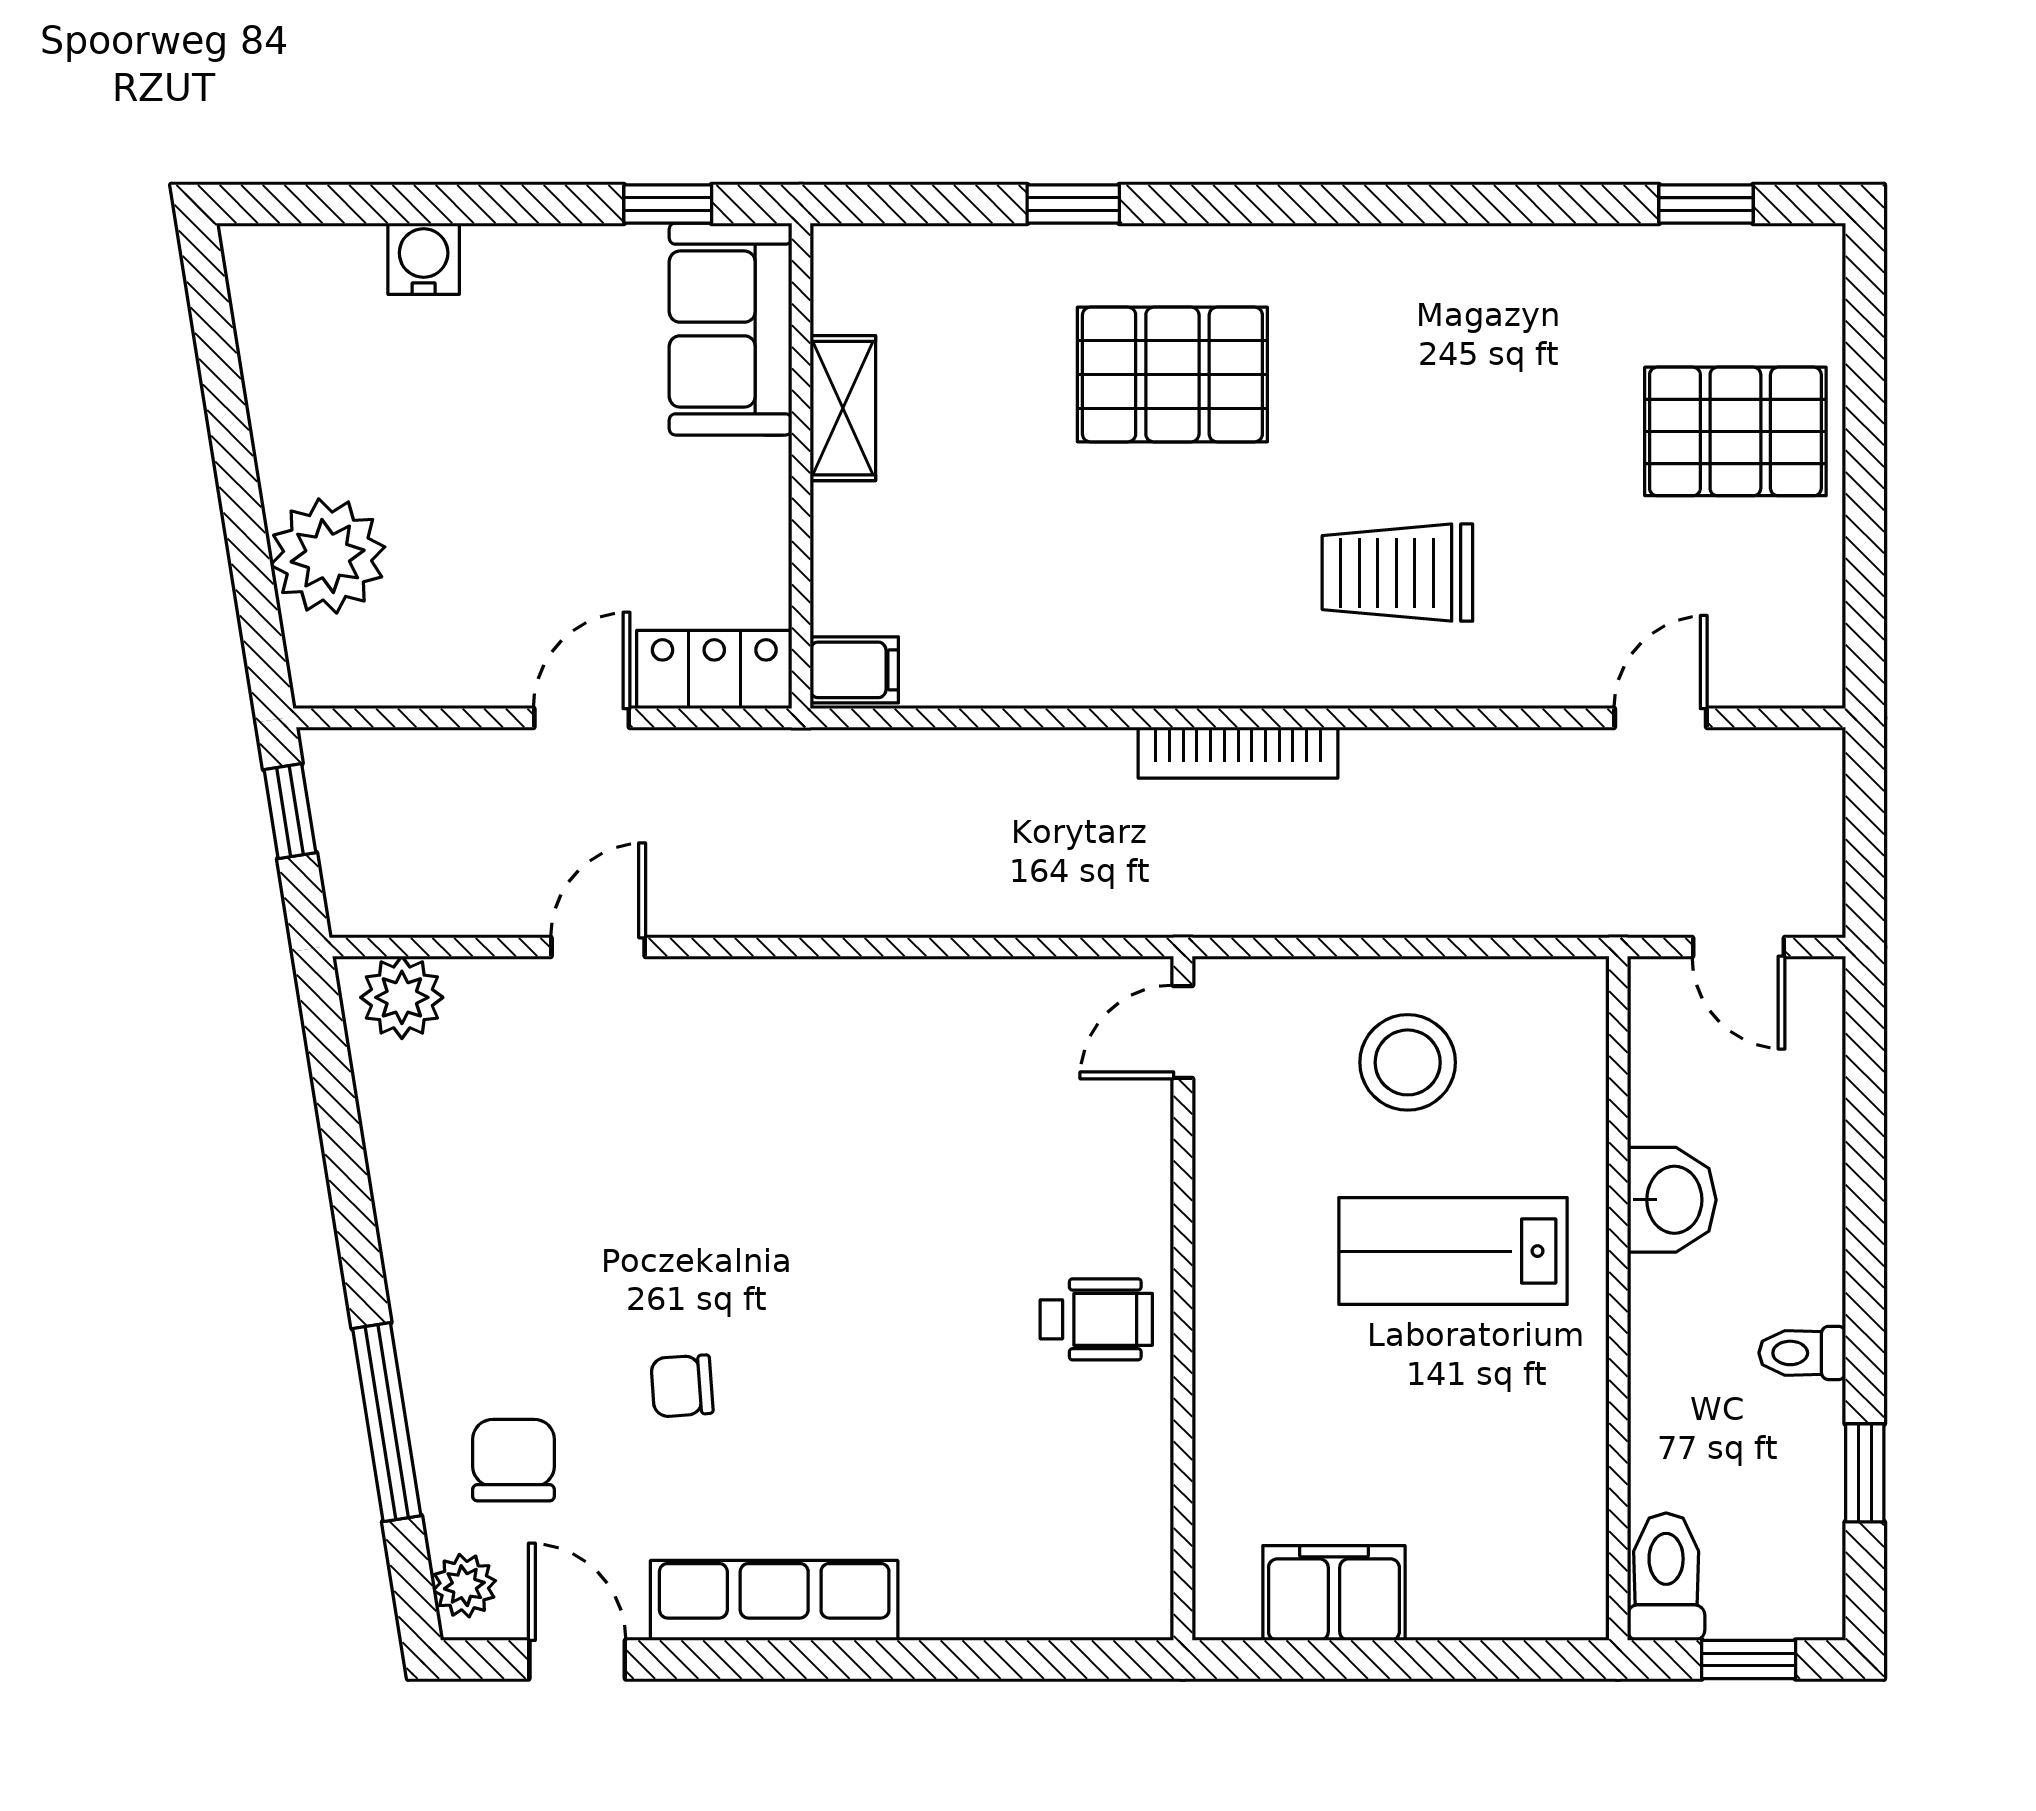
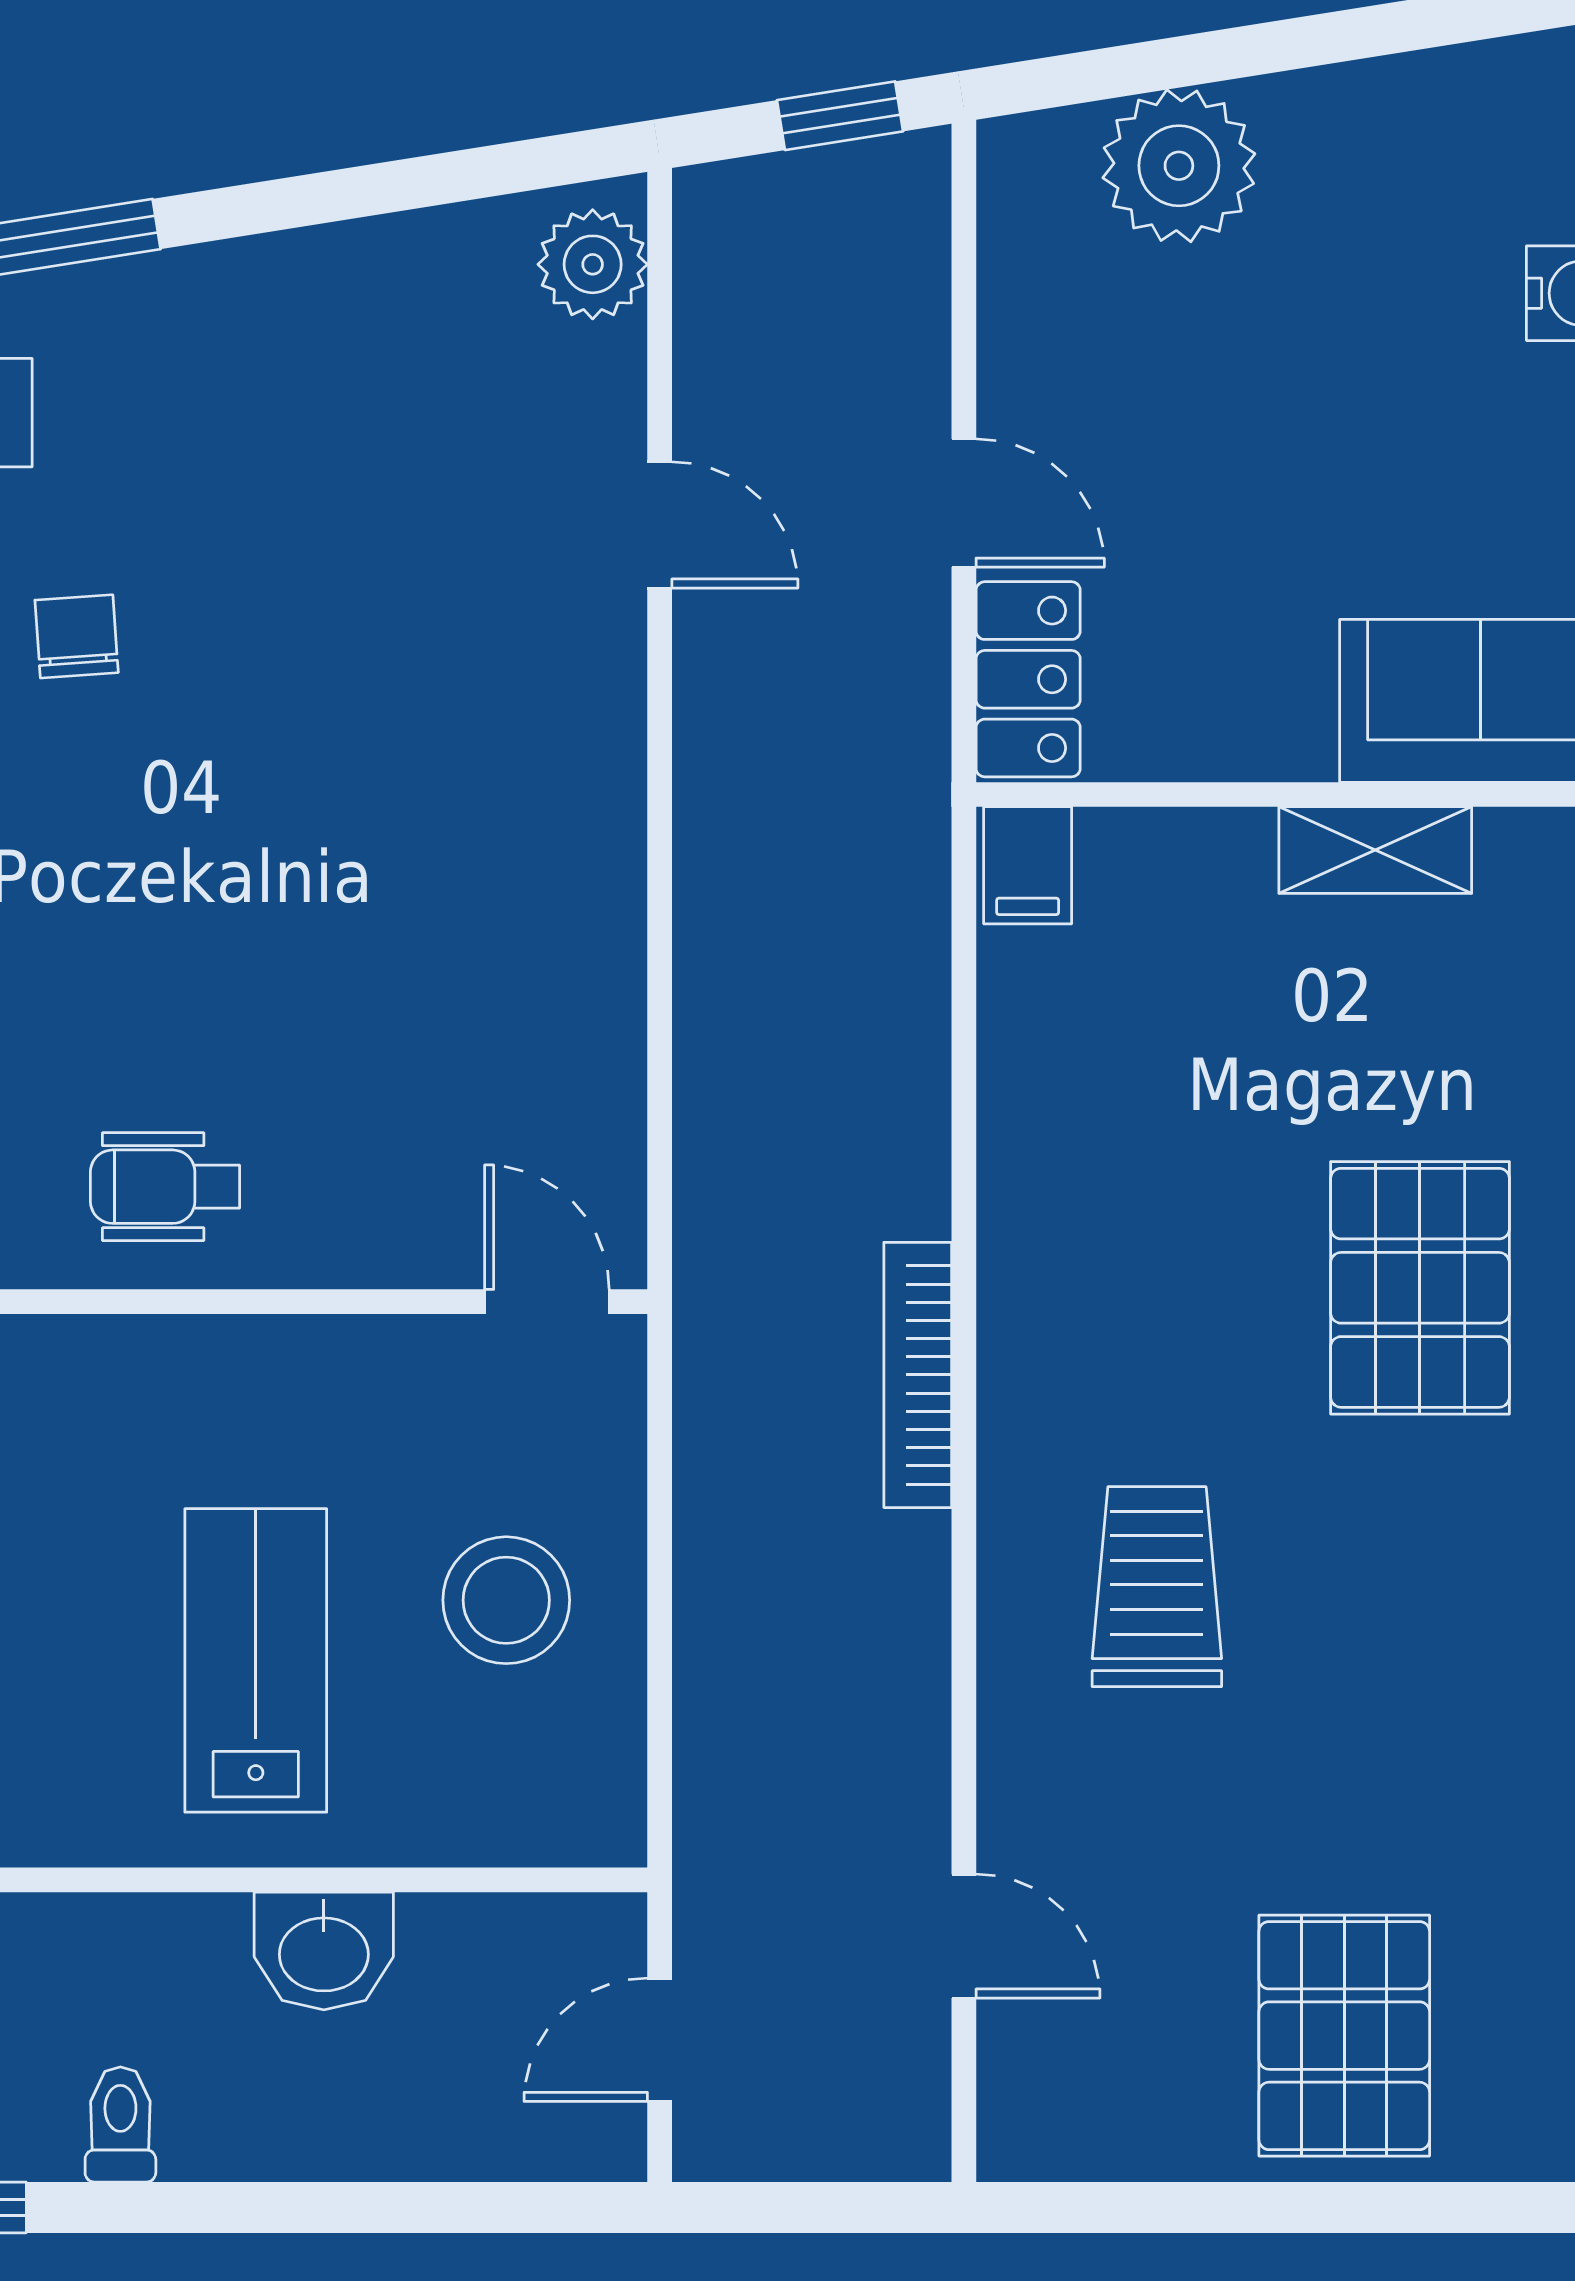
wheelchair: (1096, 1319) -> (165, 1187), turned 90

